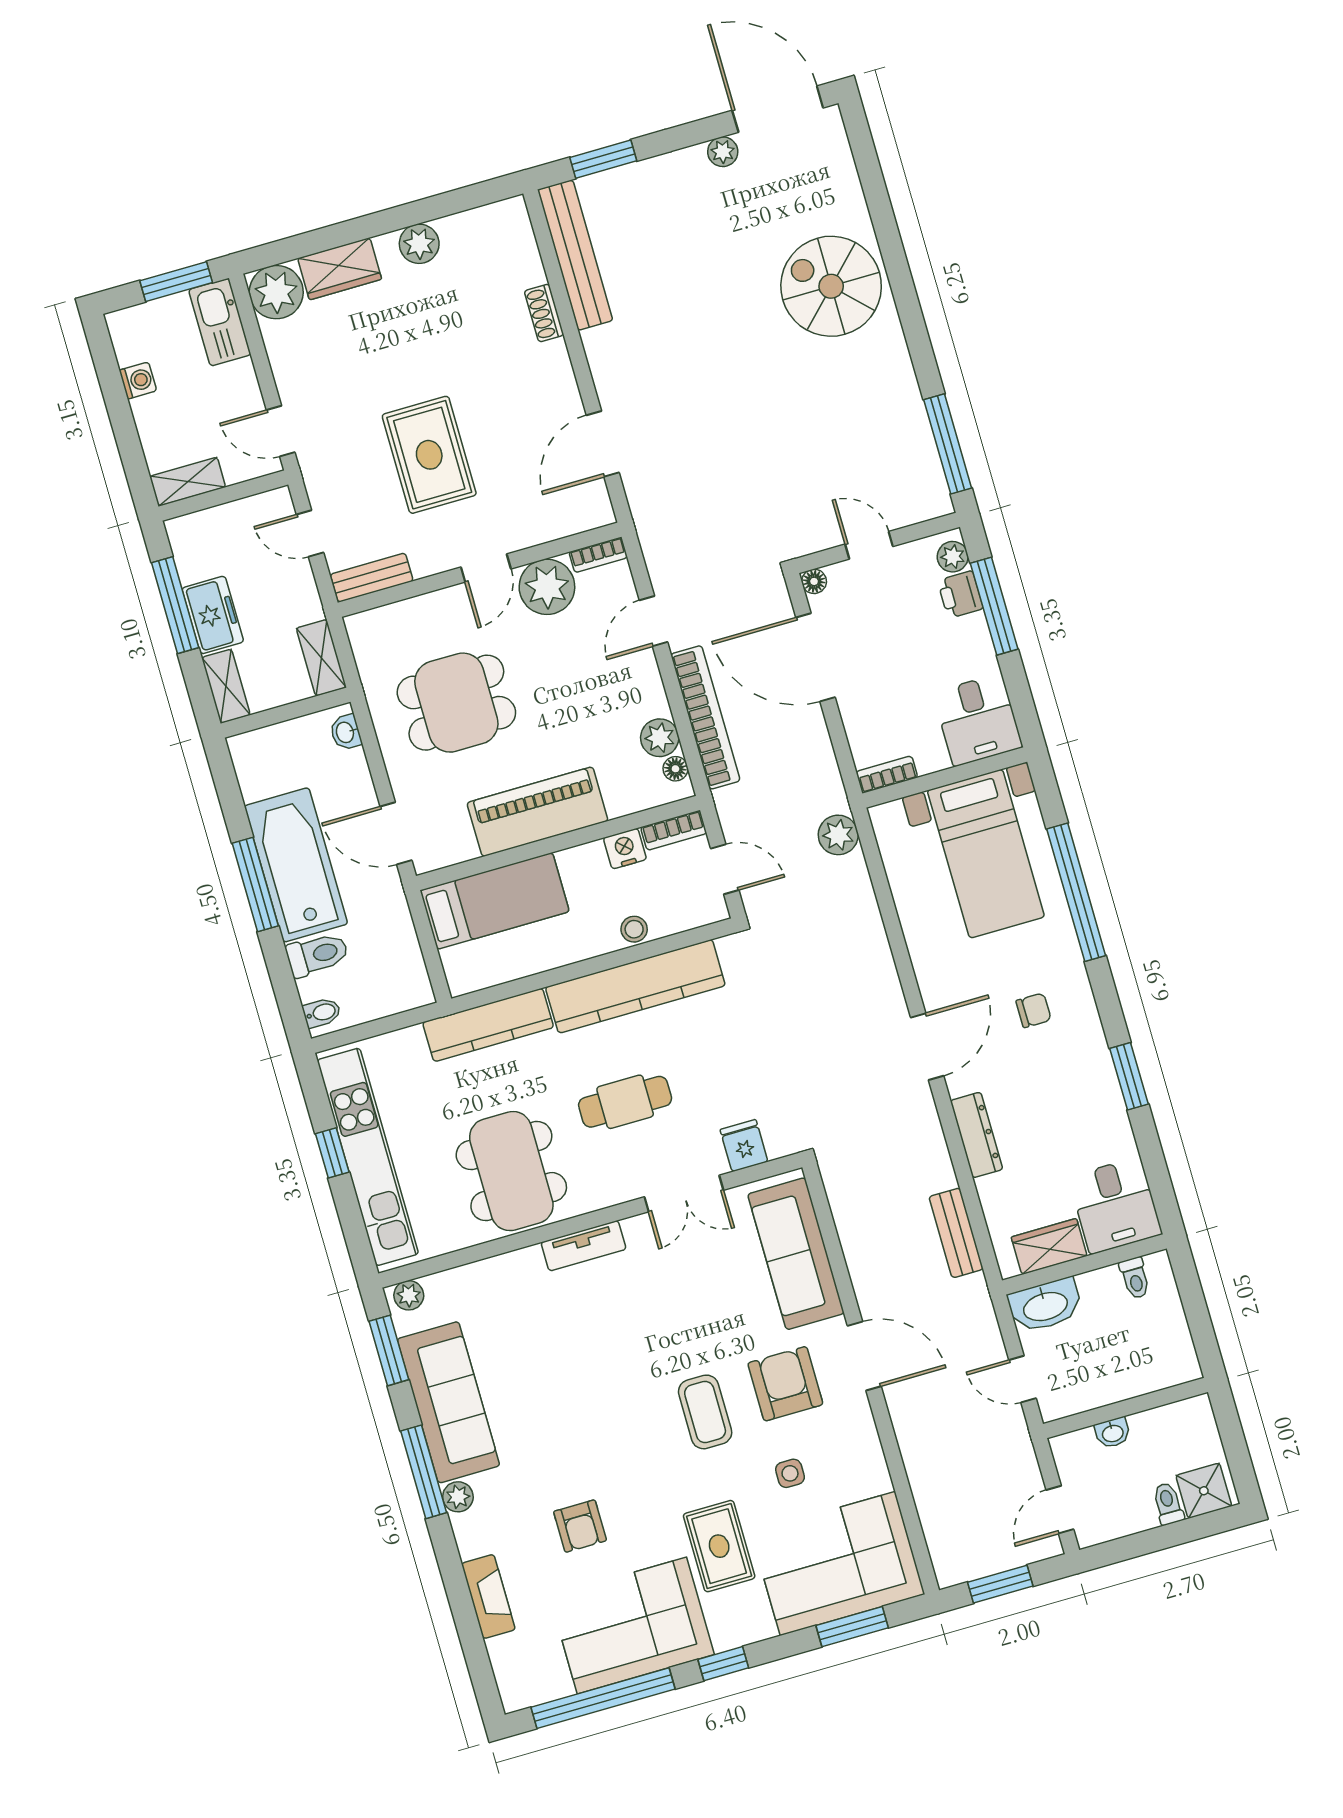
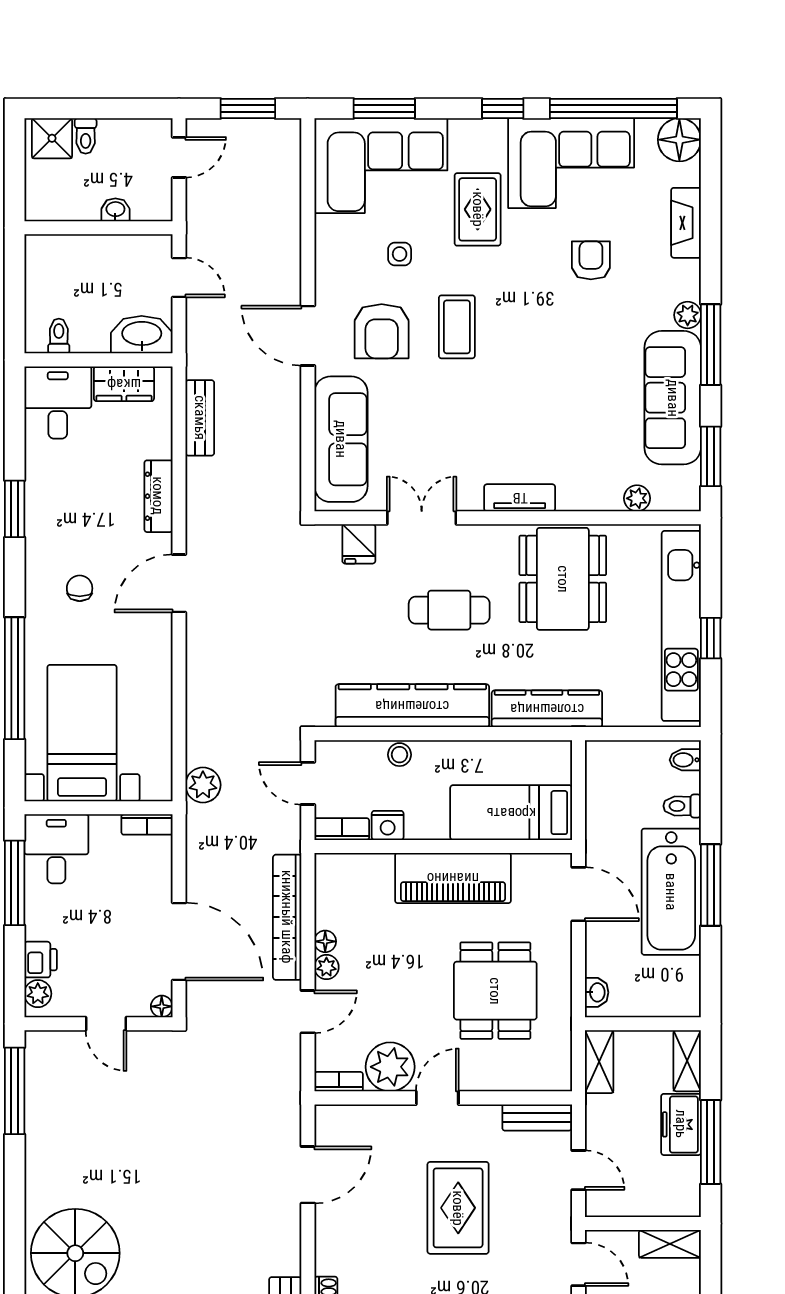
window: (994, 606) -> (15, 883), moved
dining table: (456, 703) -> (495, 991), turned 90
plant: (660, 738) -> (326, 967), moved, width x0.73, depth x0.73
floor lamp: (675, 769) -> (325, 941), moved
toilet: (317, 955) -> (682, 806), width x0.73, depth x0.72
chair: (1034, 1010) -> (80, 588), turned 90
plant: (409, 1295) -> (637, 498), moved
floor lamp: (521, 1685) -> (679, 140), added

